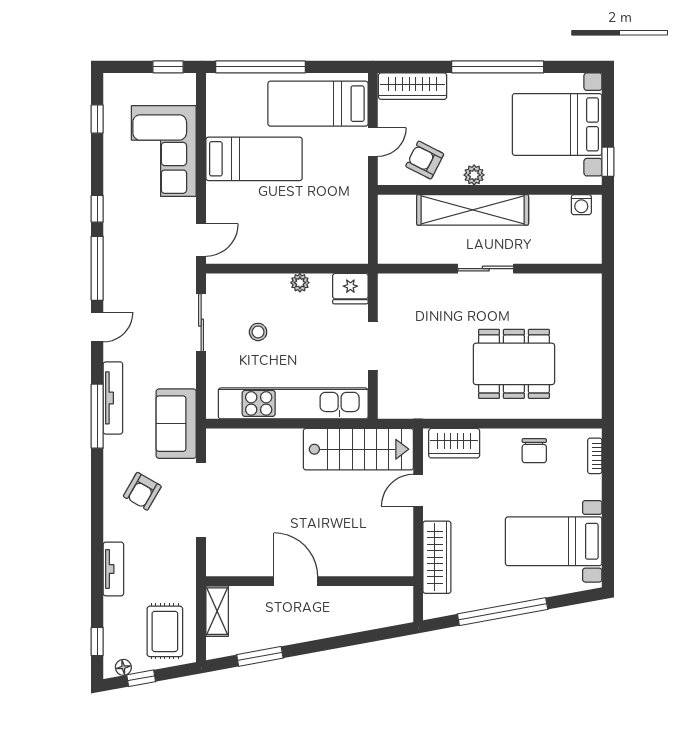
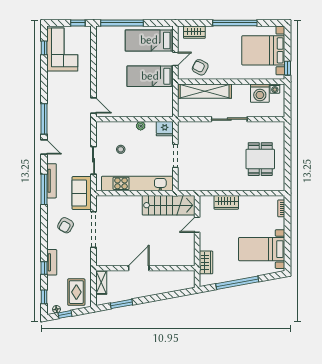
wardrobe: (413, 86) -> (194, 32), width x0.67
corner sofa: (164, 151) -> (62, 49), moved, turned 180
bed: (254, 159) -> (150, 76), moved, turned 180
plant: (474, 175) -> (224, 74), removed
window: (97, 209) -> (44, 268), moved
shelving: (473, 210) -> (205, 91), moved
washing machine: (550, 214) -> (260, 93), added
door: (201, 240) -> (94, 106), hinge flipped
sliding door: (486, 269) -> (229, 119), width x1.37
sliding door: (201, 323) -> (94, 160), moved
door: (97, 327) -> (44, 147), hinge flipped
dining table: (514, 364) -> (260, 159), moved, width x0.73
wardrobe: (454, 443) -> (226, 202), moved
chair: (534, 451) -> (252, 206), removed
wardrobe: (437, 557) -> (206, 262), width x0.67
door: (296, 581) -> (139, 268), hinge flipped

